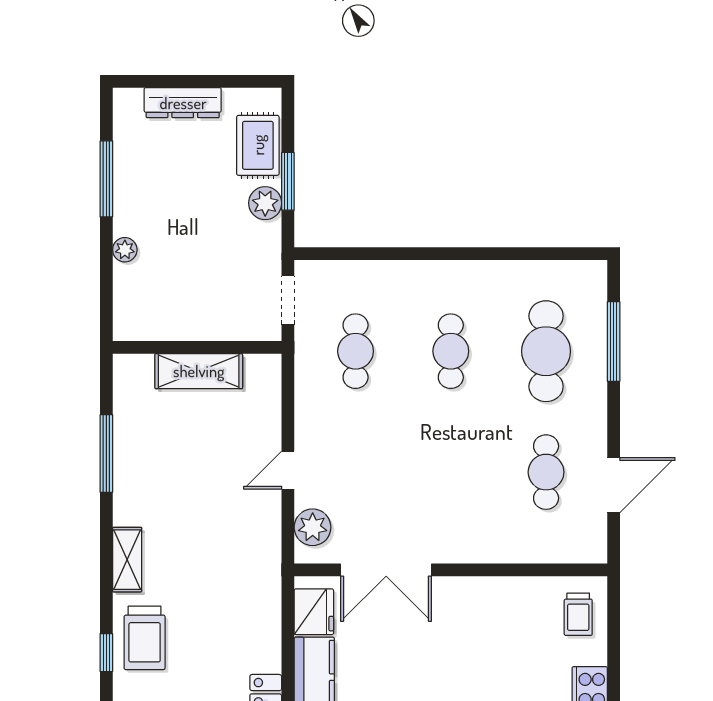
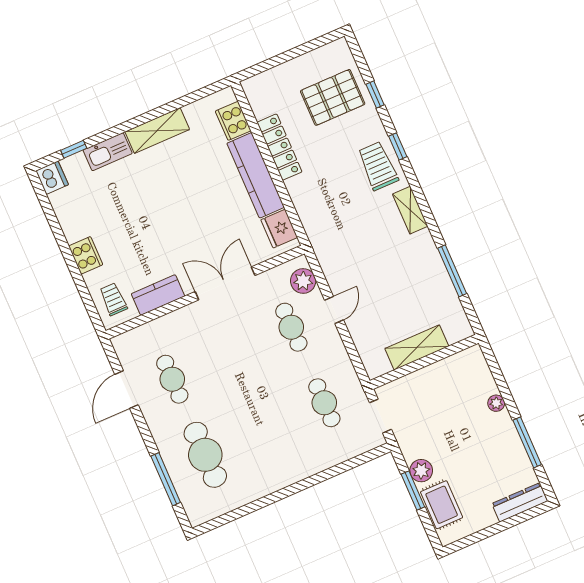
dresser: (183, 103) -> (520, 502), moved
cafe table: (451, 351) -> (291, 327), moved
double door: (386, 570) -> (225, 283), moved
kitchen counter: (516, 594) -> (158, 295), added

